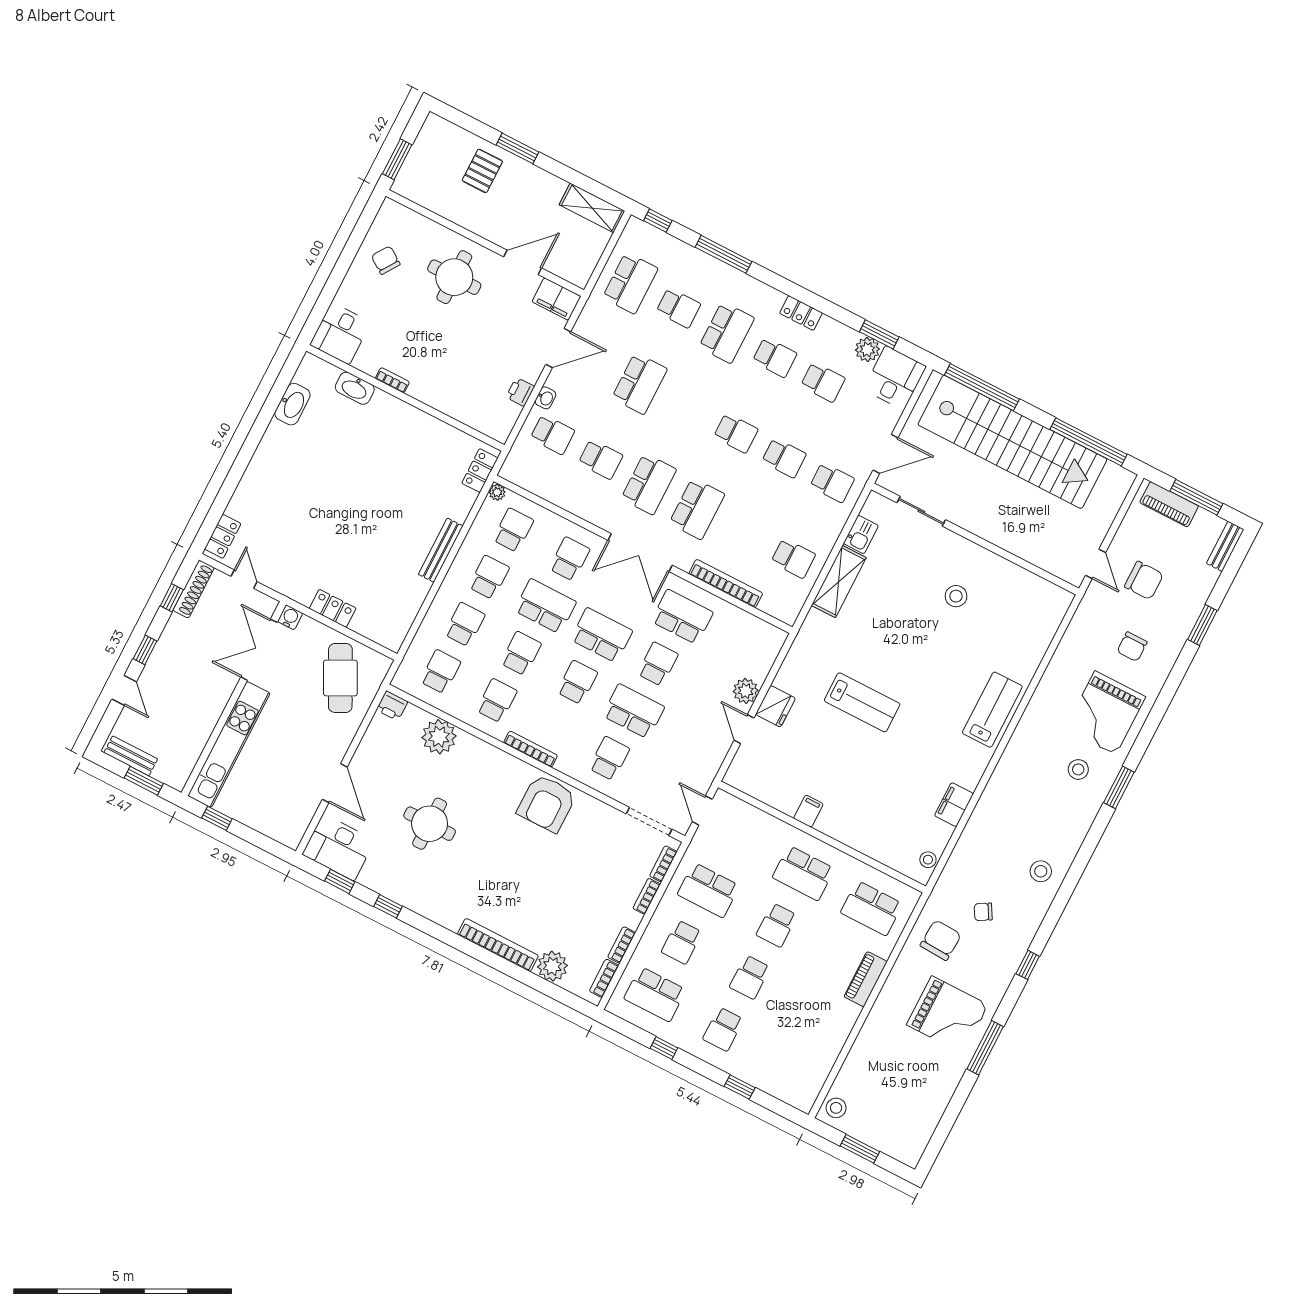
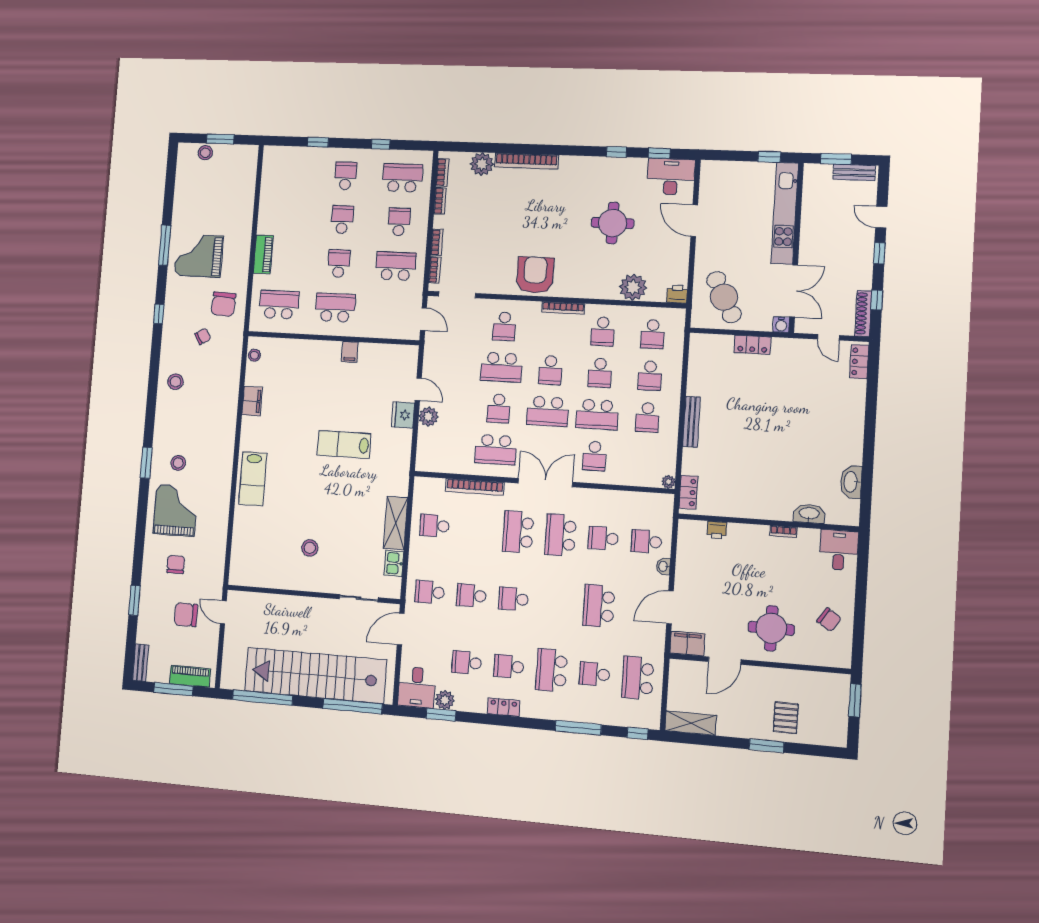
printer: (520, 392) -> (717, 530), moved, turned 90
school desk: (513, 530) -> (645, 459), removed
stool: (836, 1108) -> (205, 153), moved

